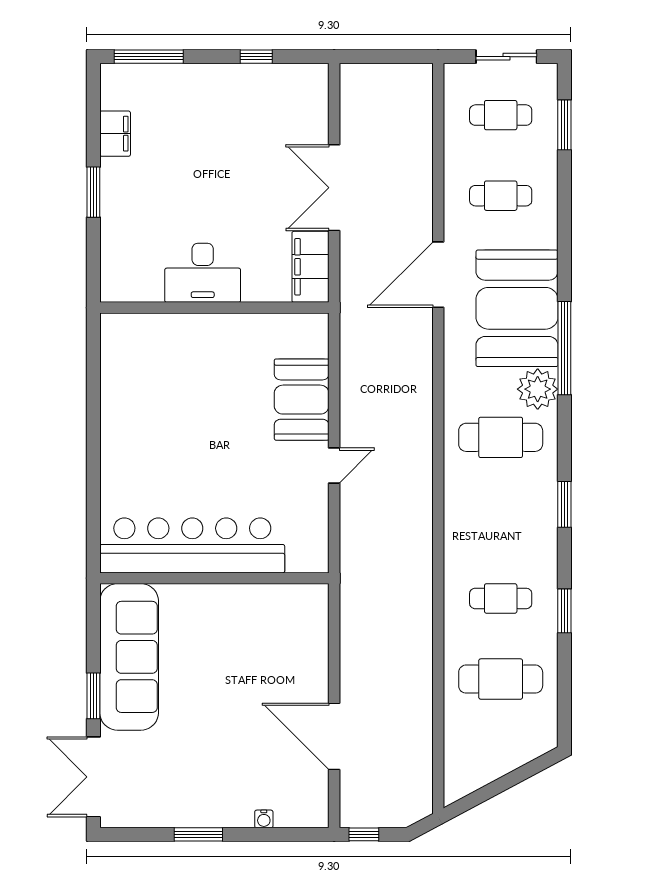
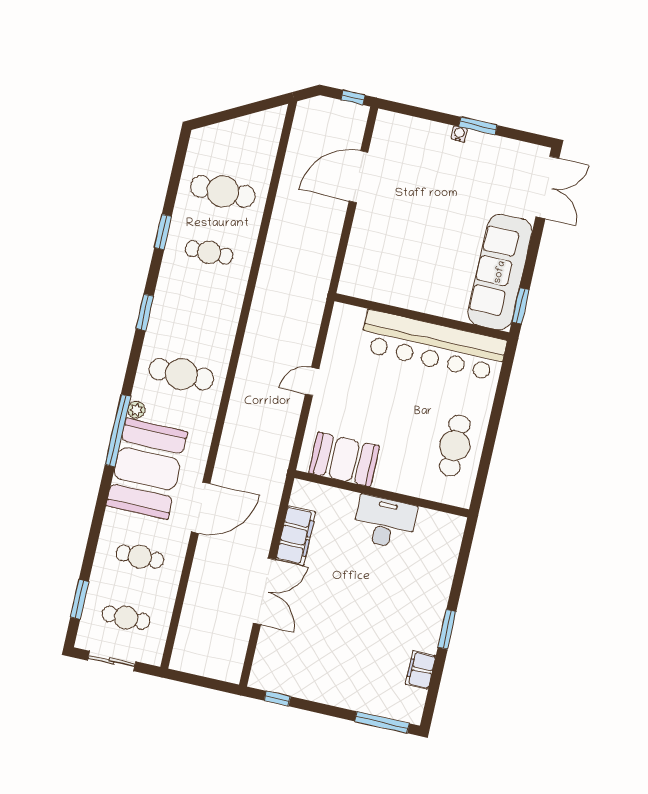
window: (256, 57) -> (277, 699), moved
desk: (203, 273) -> (385, 522), moved
wall: (214, 308) -> (382, 494), moved
plant: (538, 389) -> (136, 410), width x0.53, depth x0.53
booth: (302, 400) -> (344, 459), moved, turned 90
cafe table: (136, 426) -> (455, 446), added
window: (93, 696) -> (521, 306), moved
door: (334, 736) -> (359, 177), swing flipped
water cooler: (264, 819) -> (459, 134), moved

